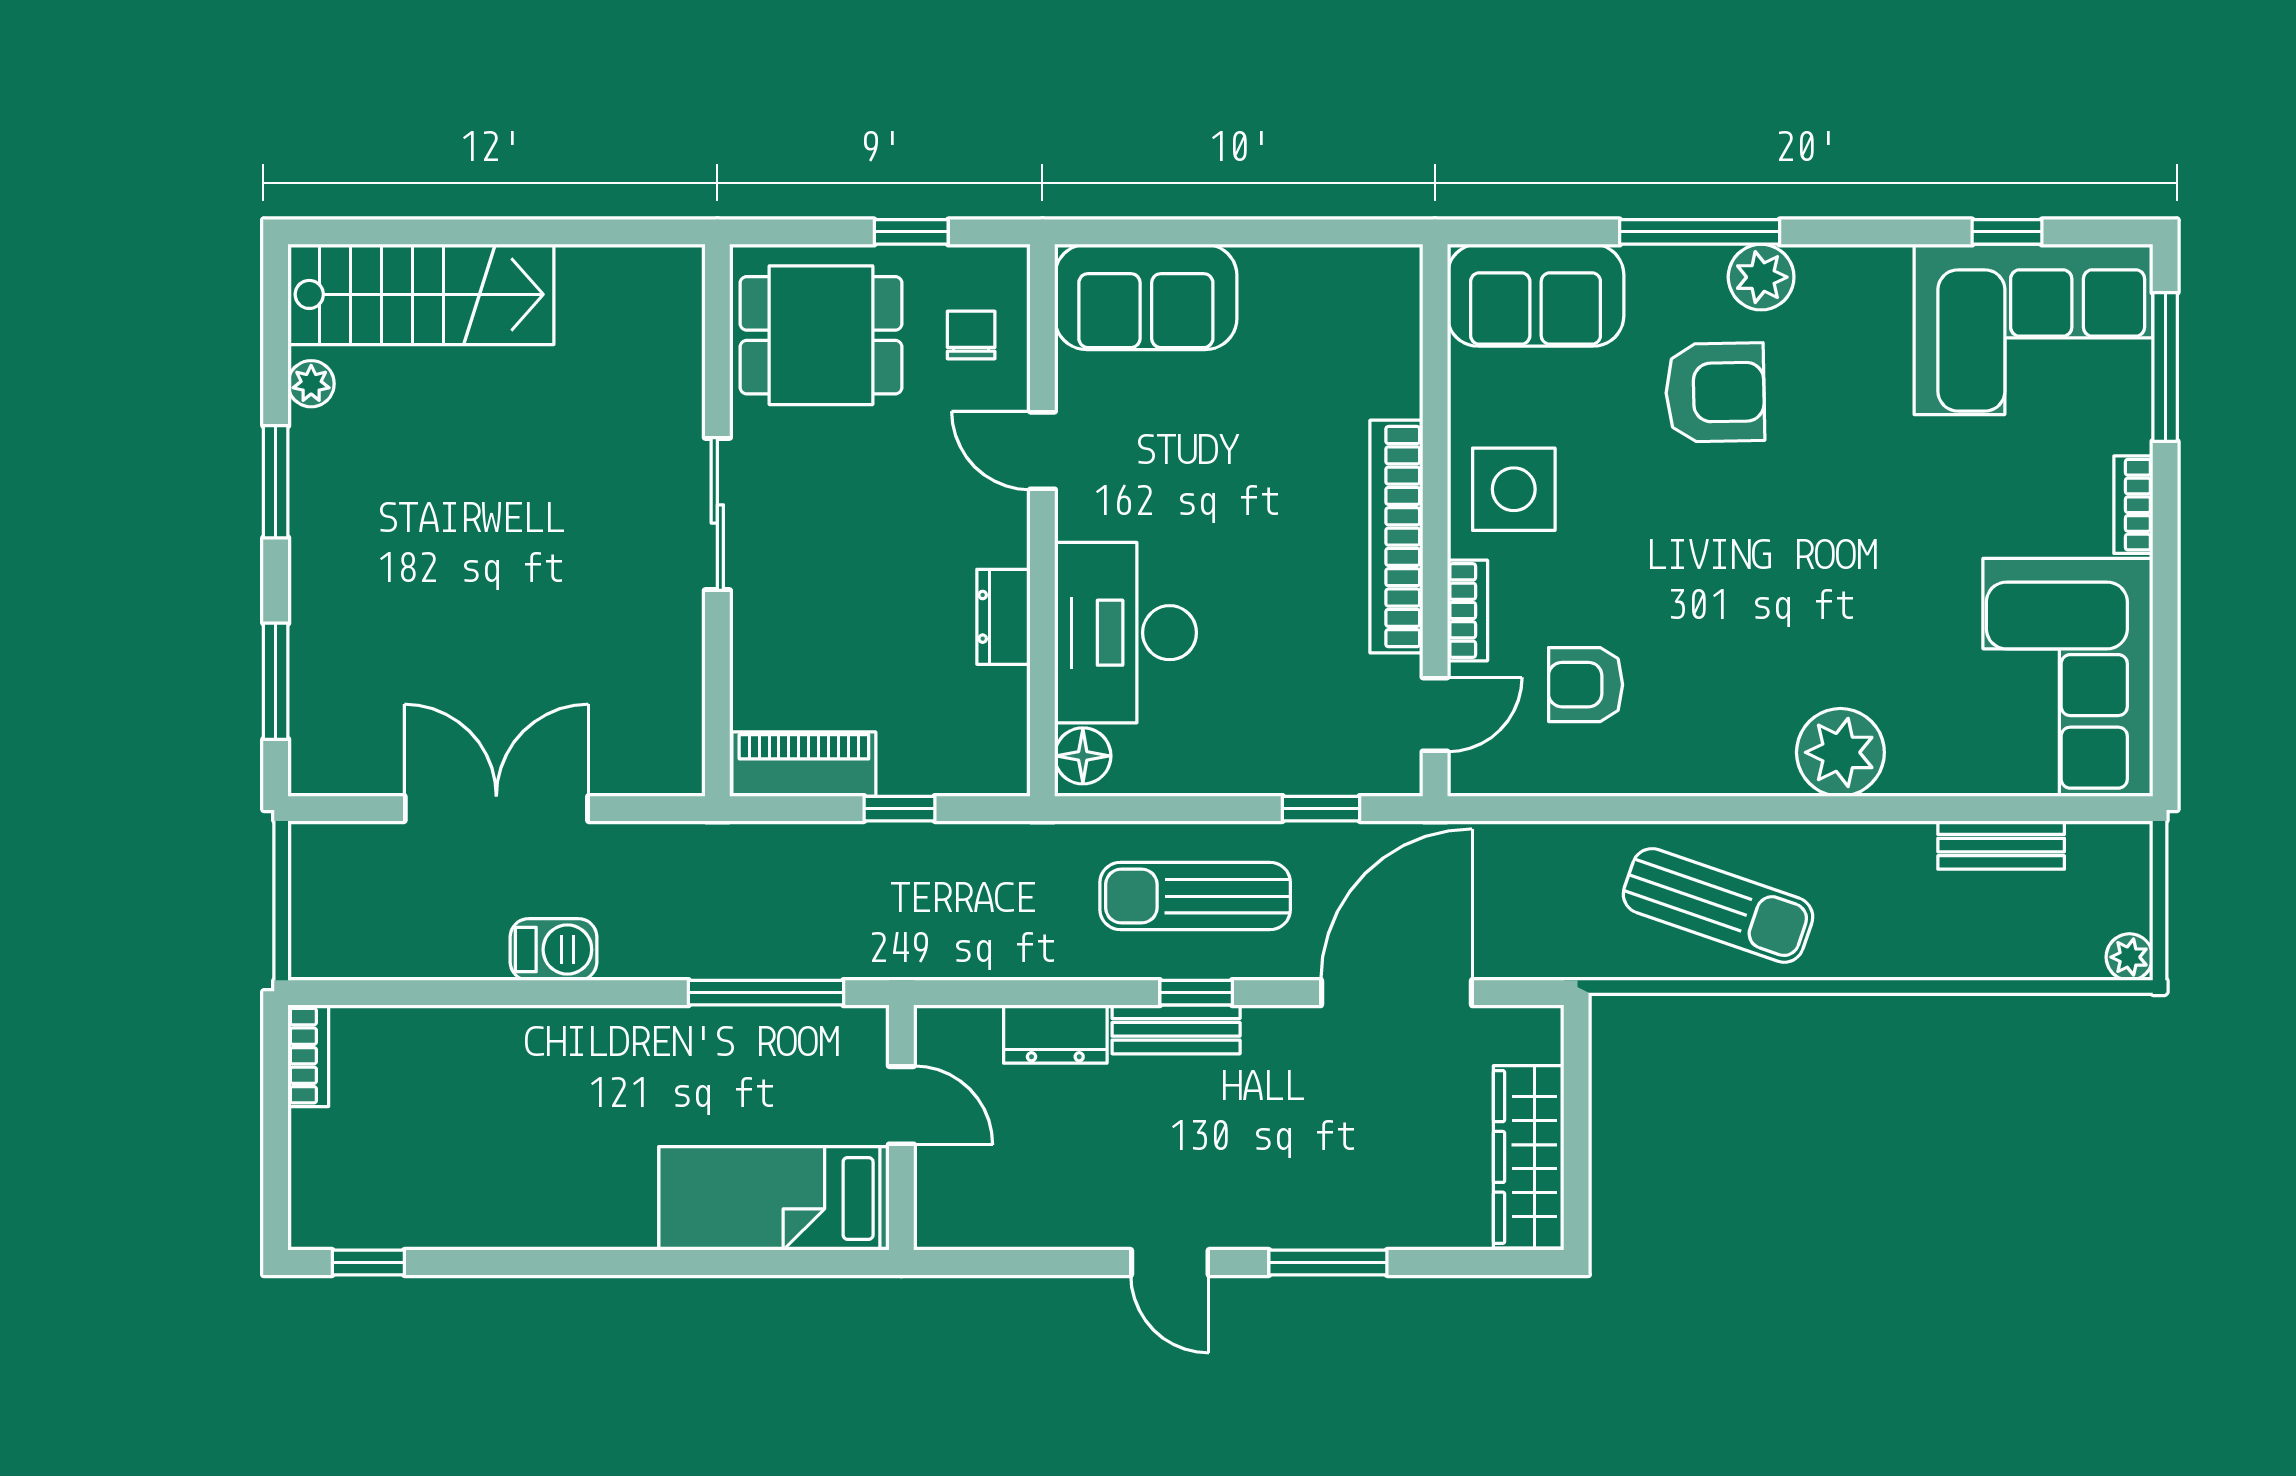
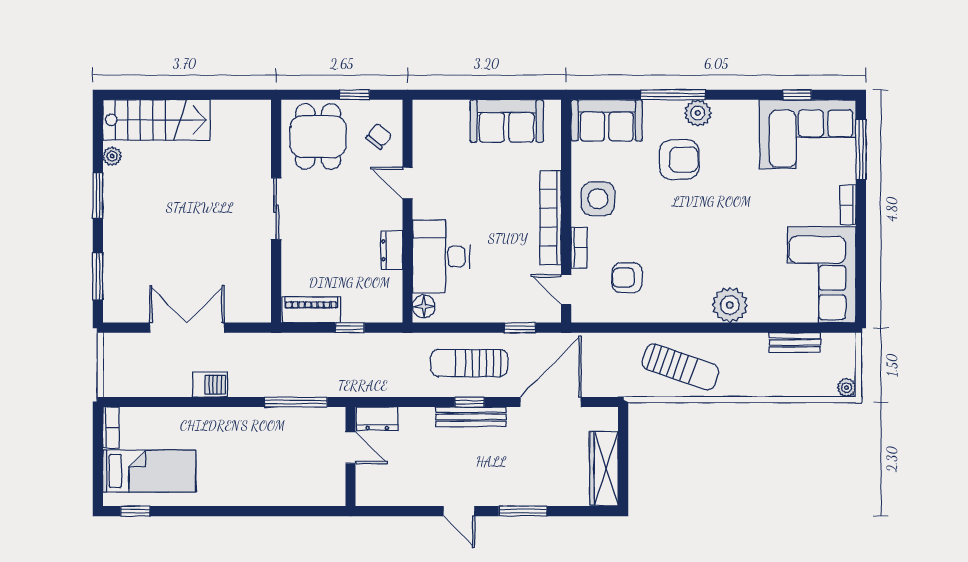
sofa: (1146, 297) -> (507, 121), moved
dining table: (821, 335) -> (318, 137), turned 90
chair: (971, 335) -> (379, 136), turned 38
door: (1435, 714) -> (566, 290), swing flipped
bench: (1176, 1029) -> (471, 417), width x1.36
dresser: (1055, 1034) -> (377, 419), moved
bed: (774, 1198) -> (149, 471), moved, turned 180

